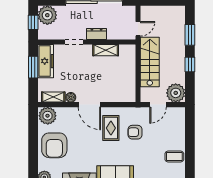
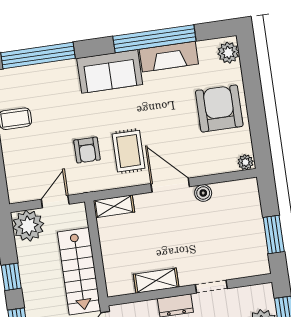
freezer: (46, 61) -> (254, 248), removed
shelving: (53, 97) -> (114, 206), moved
plant: (48, 116) -> (246, 162), width x0.53, depth x0.53
armchair: (135, 132) -> (87, 150), turned 90

